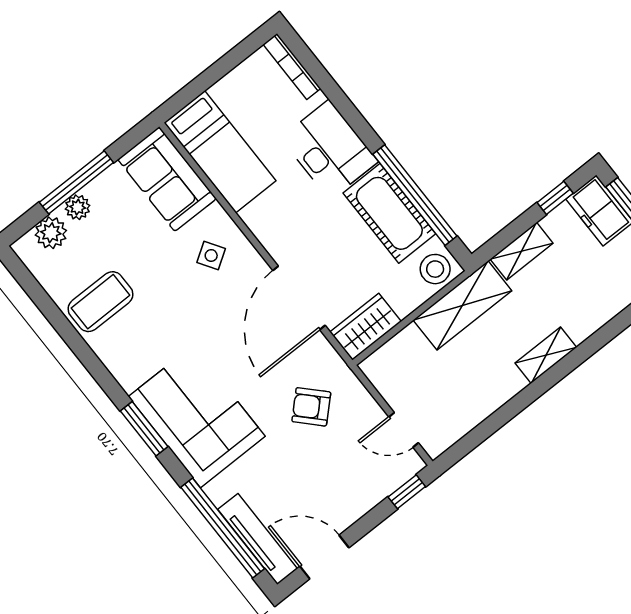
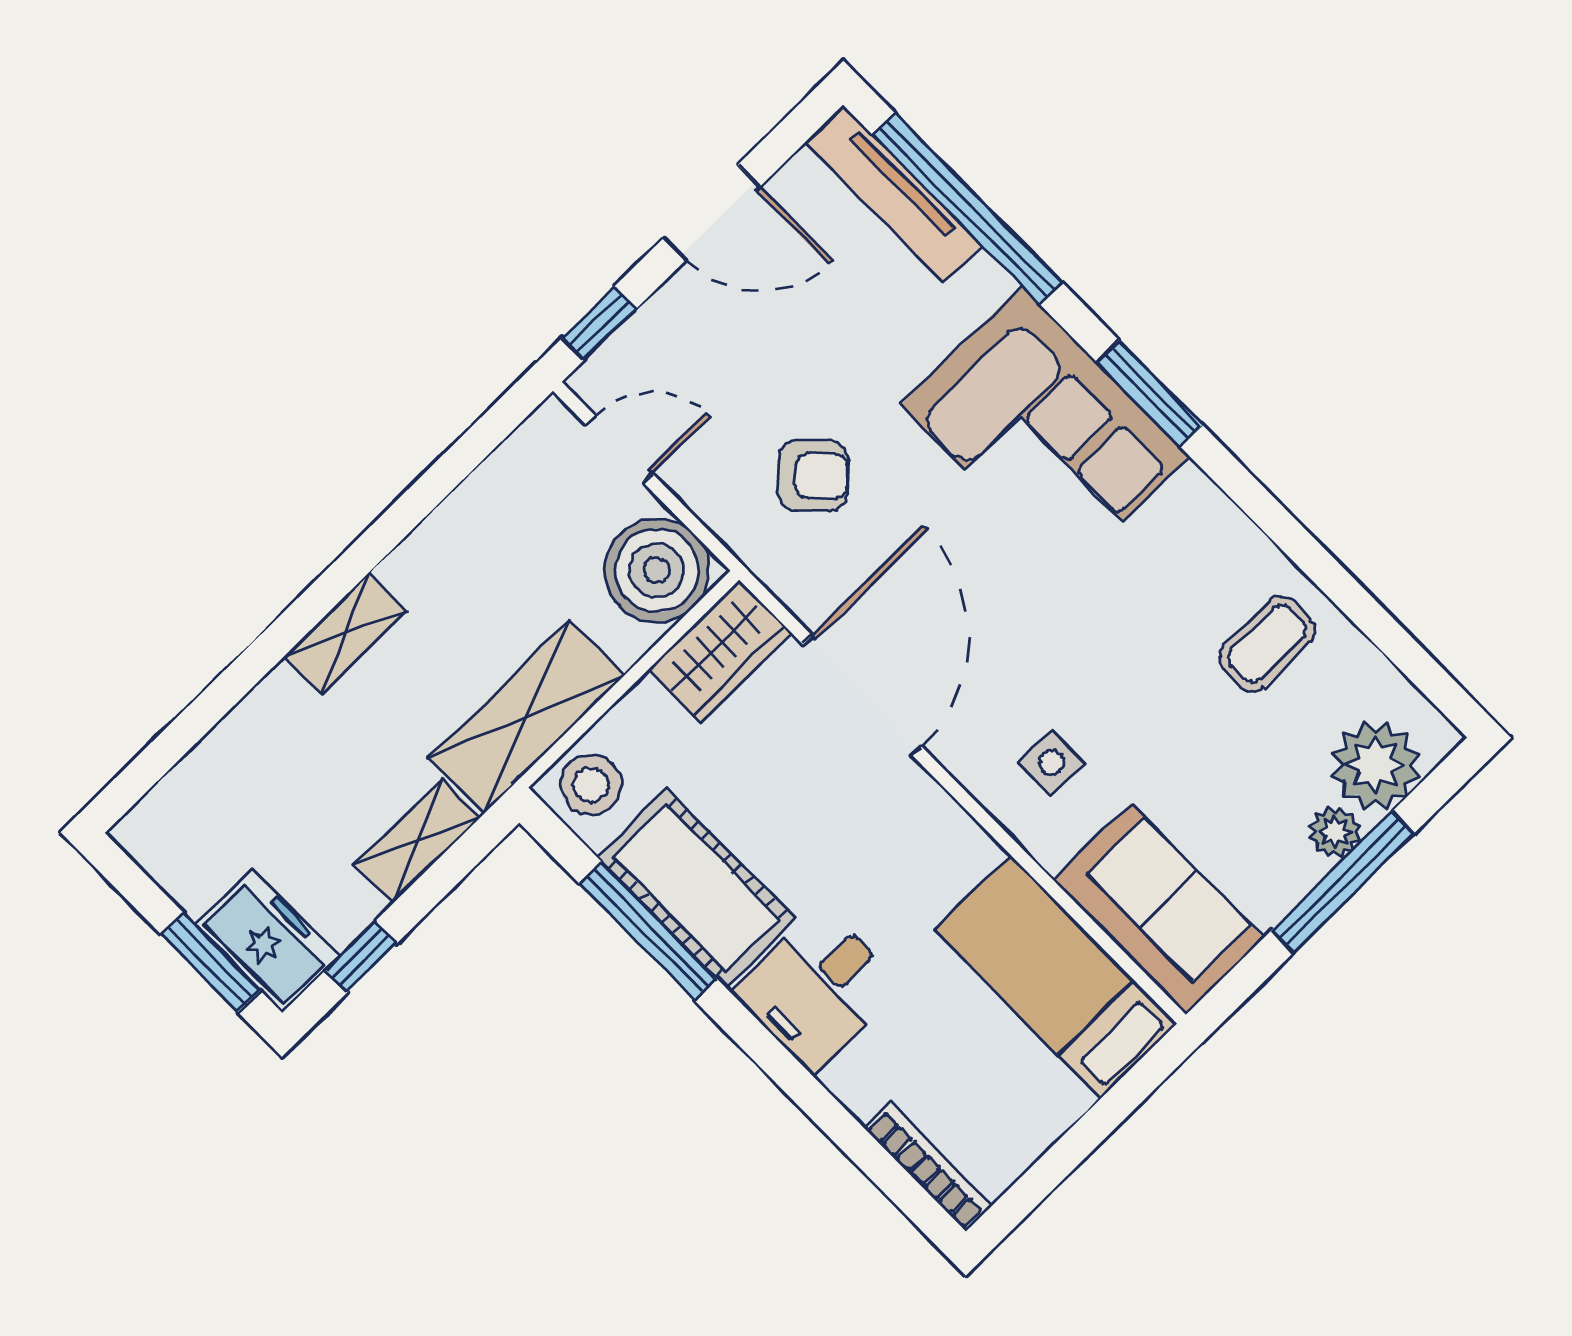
desk: (329, 150) -> (817, 989), width x0.73
window: (415, 195) -> (648, 931), width x0.68
plant: (51, 233) -> (1375, 765), width x1.36, depth x1.36
side table: (211, 256) -> (1051, 763), turned 33
coffee table: (101, 302) -> (1267, 644), width x0.73, depth x0.77
boiler: (392, 369) -> (657, 570), added
door: (324, 557) -> (712, 212), moved

